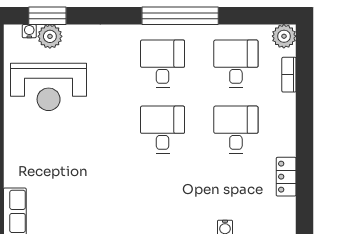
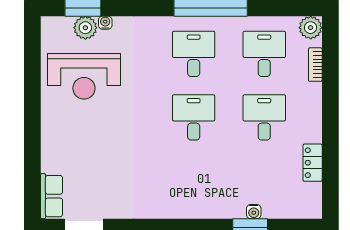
water cooler: (29, 31) -> (105, 23), moved

